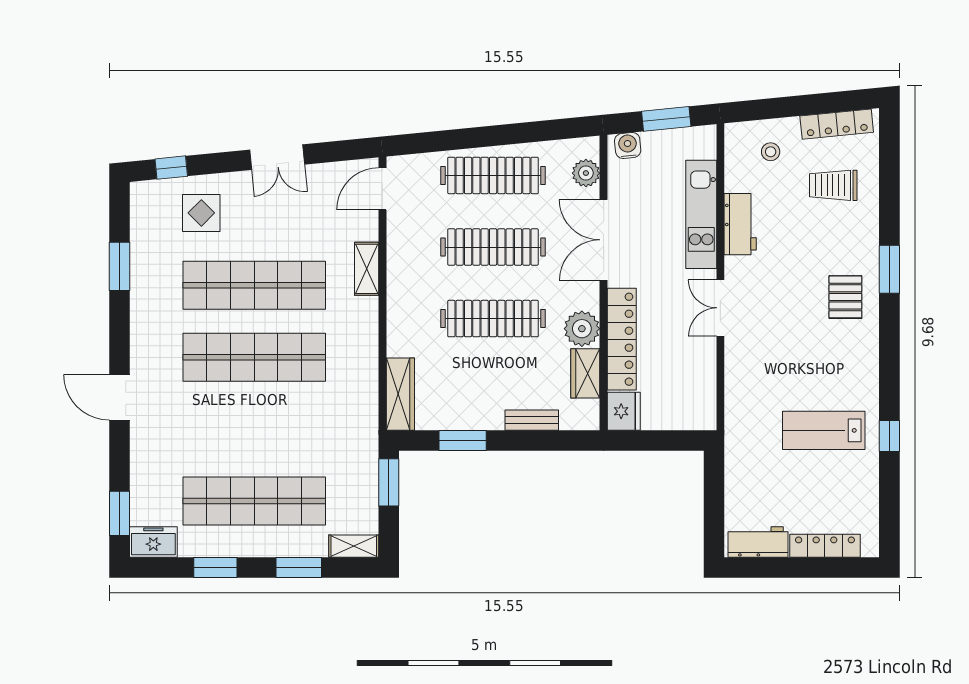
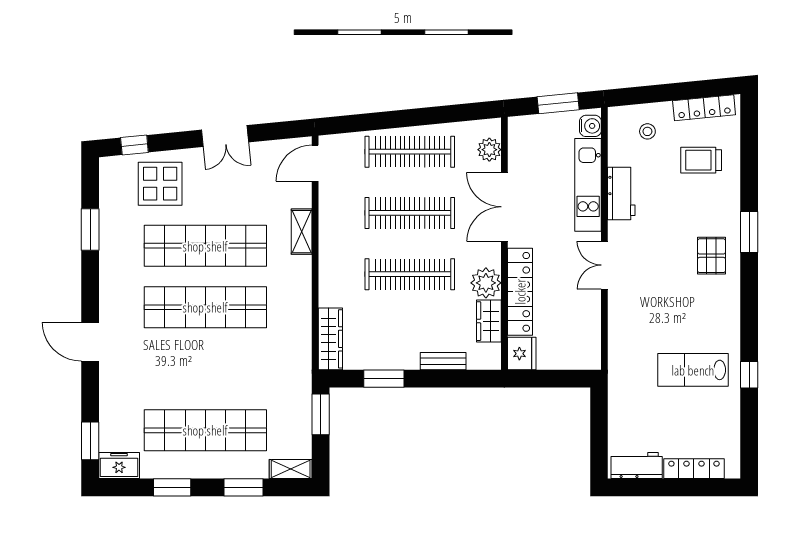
water cooler: (628, 146) -> (590, 126), moved, turned 96
display table: (201, 213) -> (160, 184), width x1.36, depth x1.36

